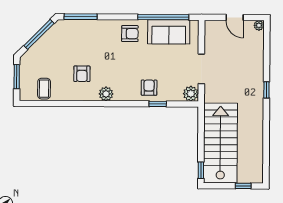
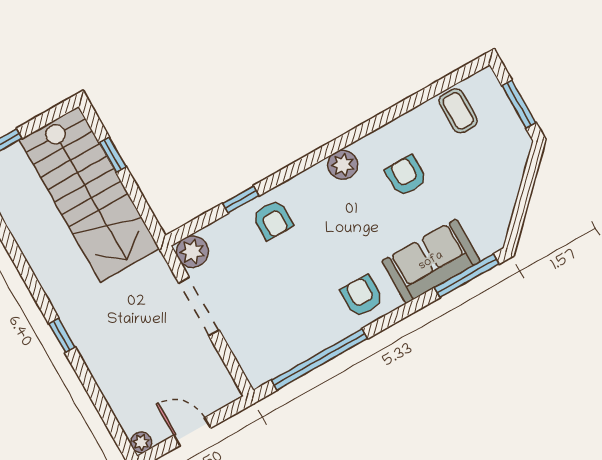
sofa: (169, 32) -> (431, 261), moved
window: (39, 34) -> (522, 202), removed
armchair: (130, 34) -> (362, 296), turned 90
window: (201, 170) -> (113, 155), moved

